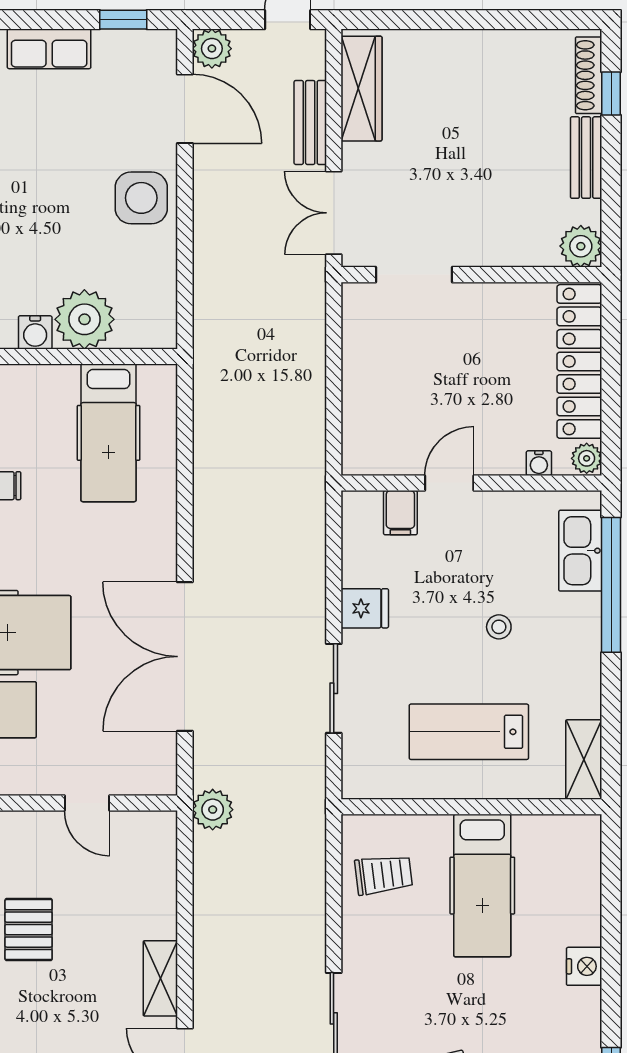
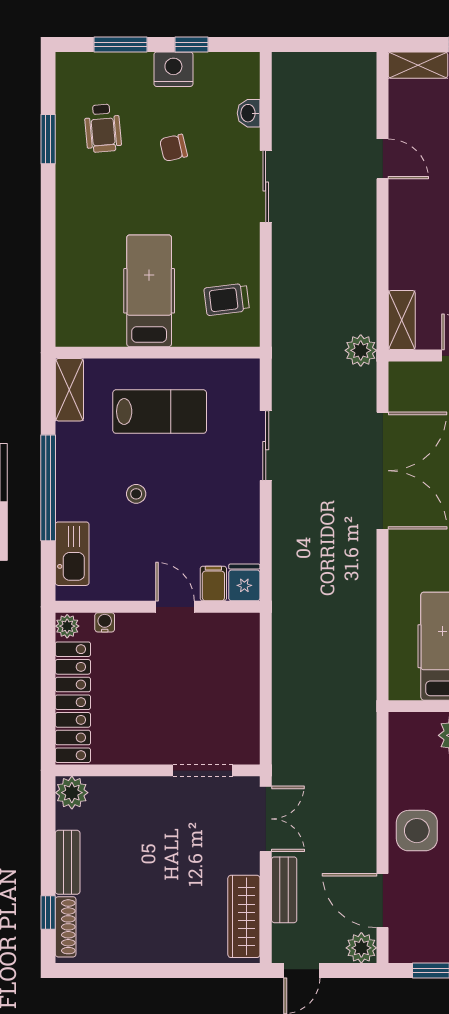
door: (449, 483) -> (175, 607), swing flipped
window: (611, 585) -> (48, 488), moved
fridge: (365, 608) -> (244, 582), moved, turned 90
nightstand: (584, 966) -> (69, 227), removed
shelving: (160, 978) -> (402, 320), moved

